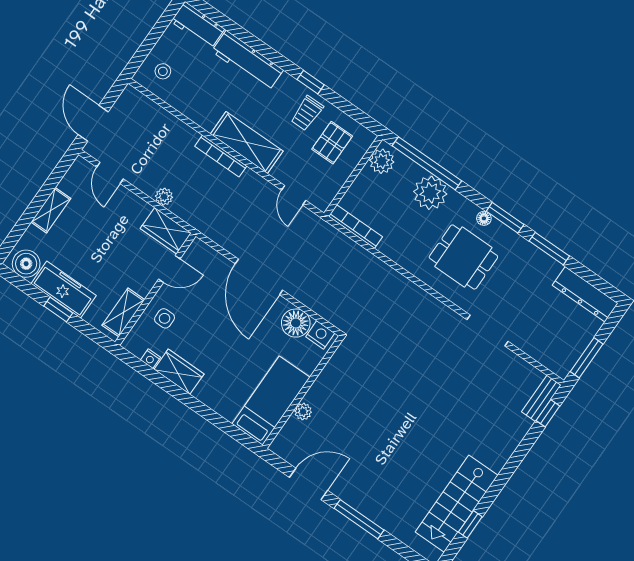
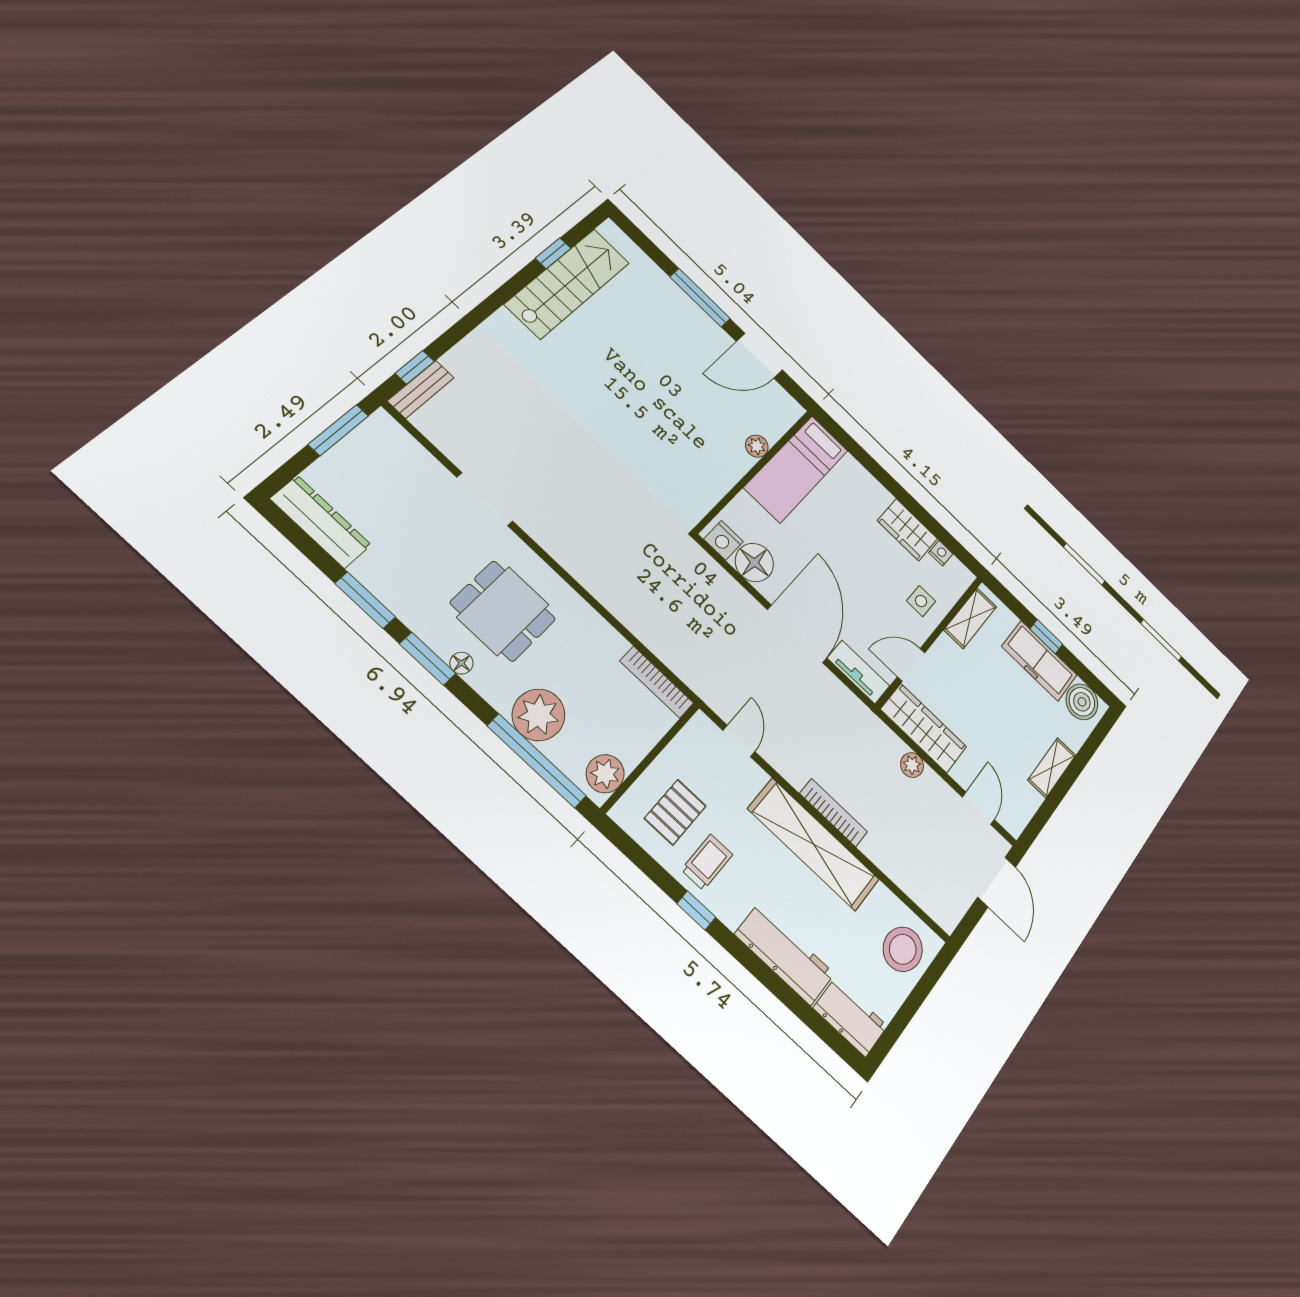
stool: (163, 71) -> (903, 949), width x1.89, depth x1.89
shelving: (247, 142) -> (814, 844), width x1.47
wardrobe: (166, 231) -> (924, 728), width x1.50
tv unit: (210, 257) -> (859, 672), added

